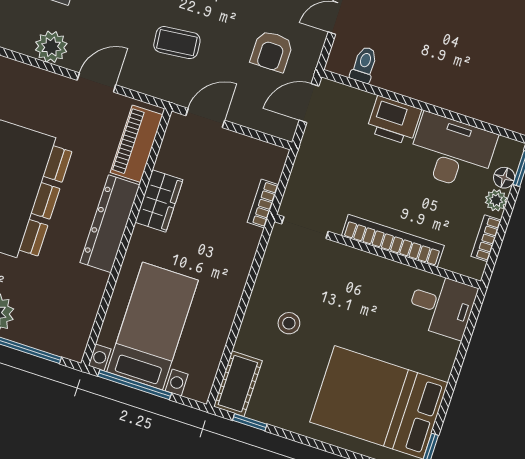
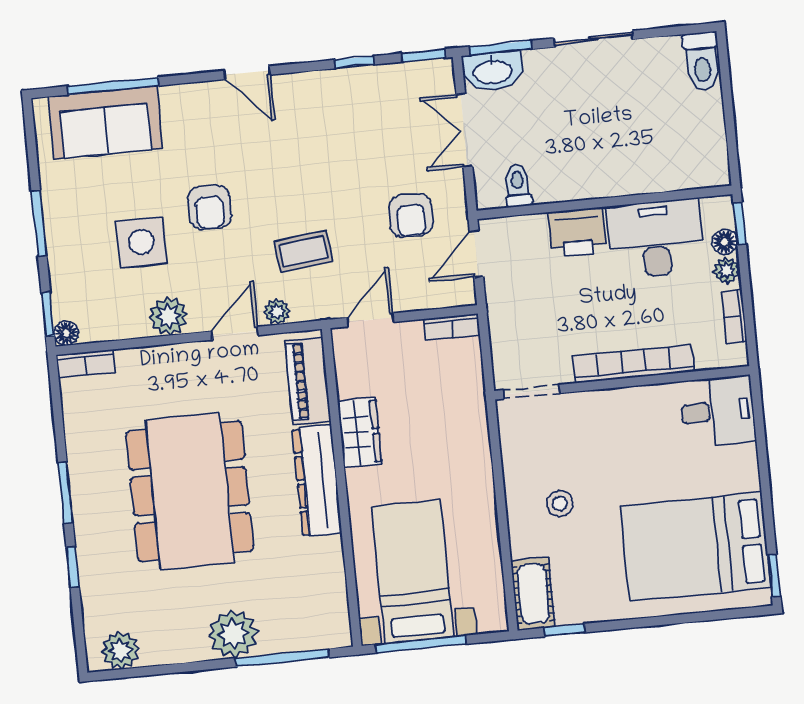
plant: (136, 80) -> (277, 312), added
bookcase: (263, 204) -> (452, 327), moved, turned -90

